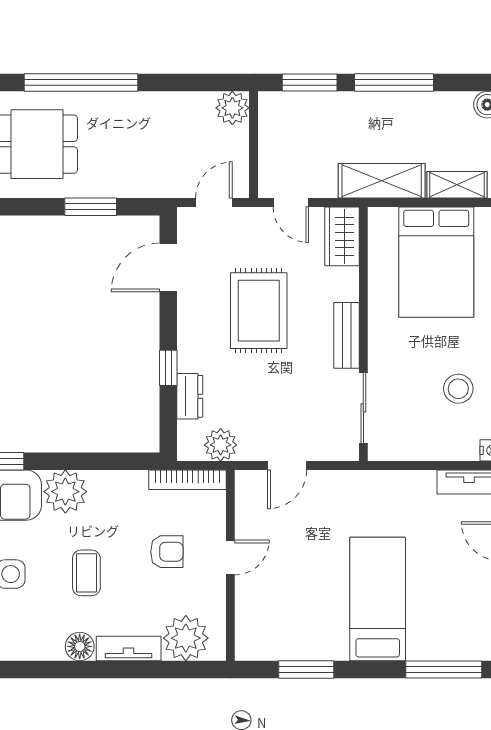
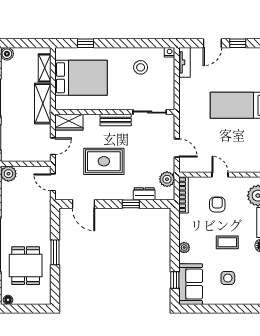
window: (91, 207) -> (55, 252), moved
plant: (65, 492) -> (184, 248), width x0.53, depth x0.53

